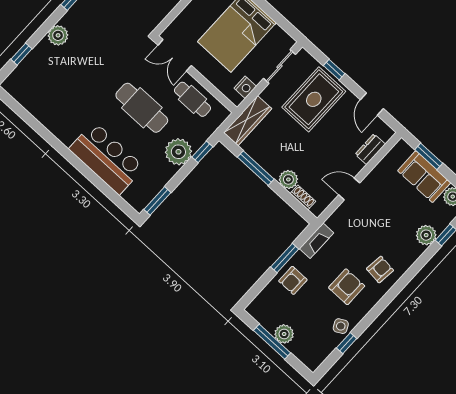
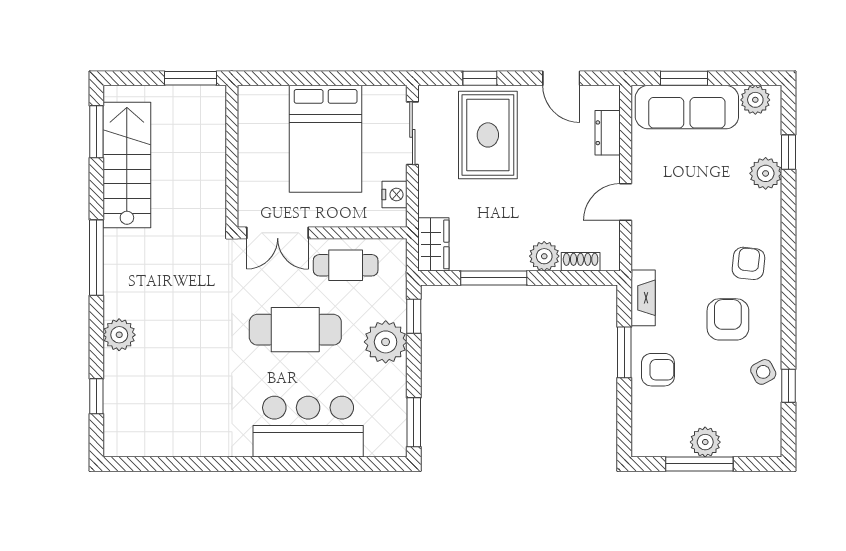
wardrobe: (248, 121) -> (433, 244), width x0.67
sofa: (424, 177) -> (687, 107), width x1.36
armchair: (293, 280) -> (658, 370), turned -90

